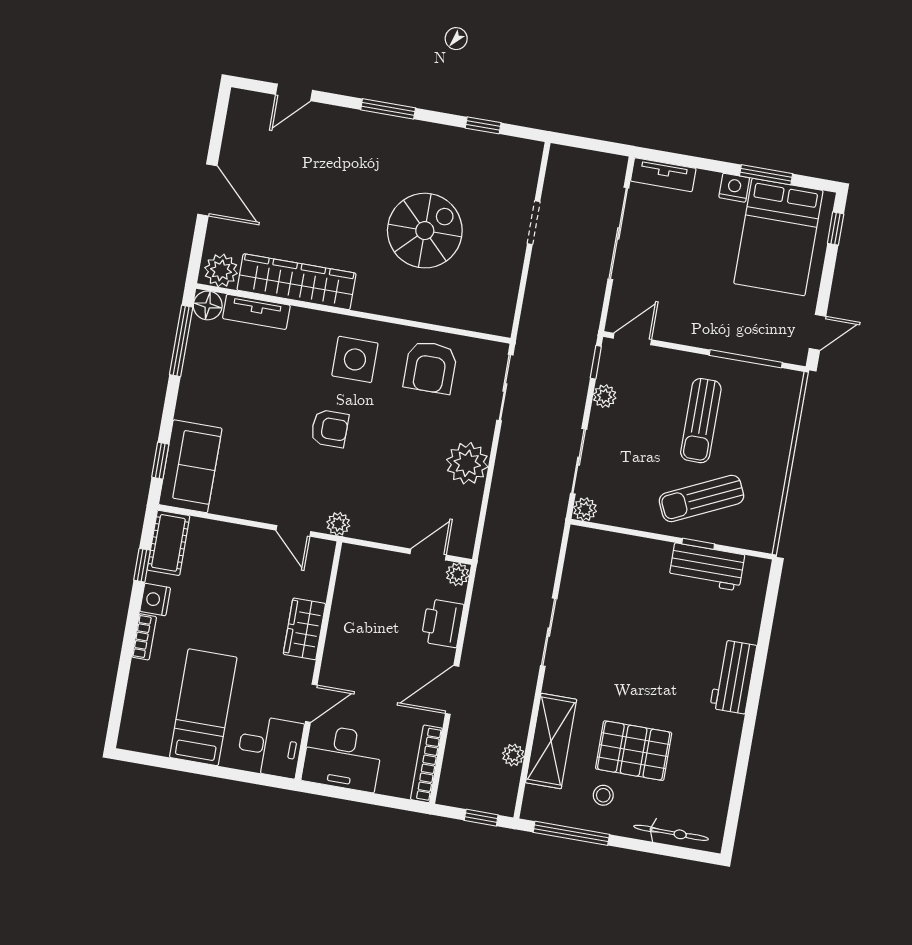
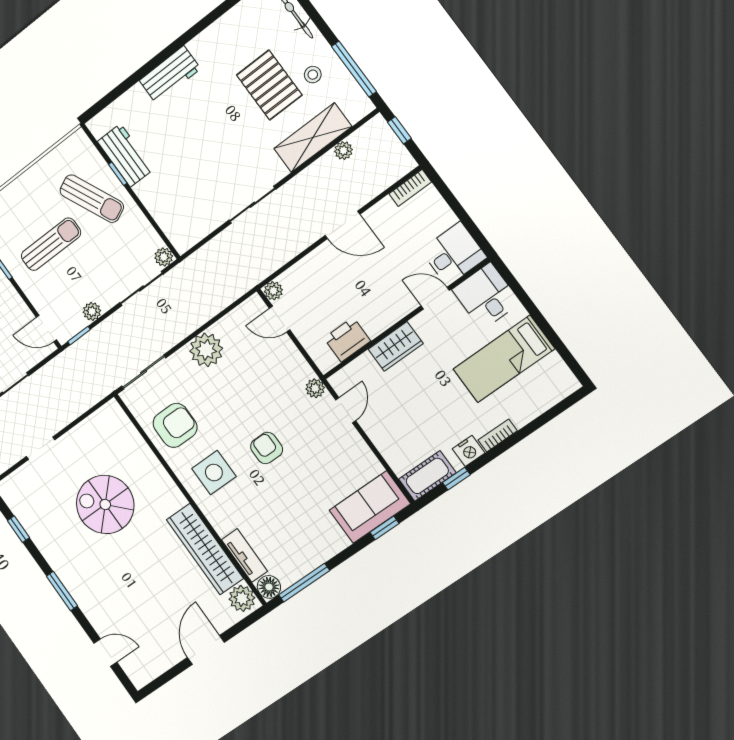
printer: (442, 623) -> (347, 340), moved, turned 180
desk: (342, 758) -> (454, 254), width x0.73
bookcase: (426, 764) -> (410, 188), width x0.64

